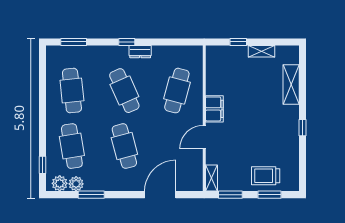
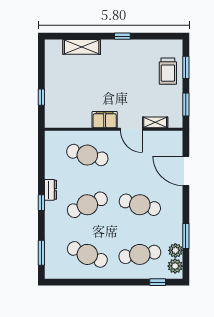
shelving: (261, 51) -> (50, 75), removed
cafe table: (72, 91) -> (87, 254), turned 30
cafe table: (124, 146) -> (140, 205), turned 30
shelving: (211, 178) -> (155, 122), moved

